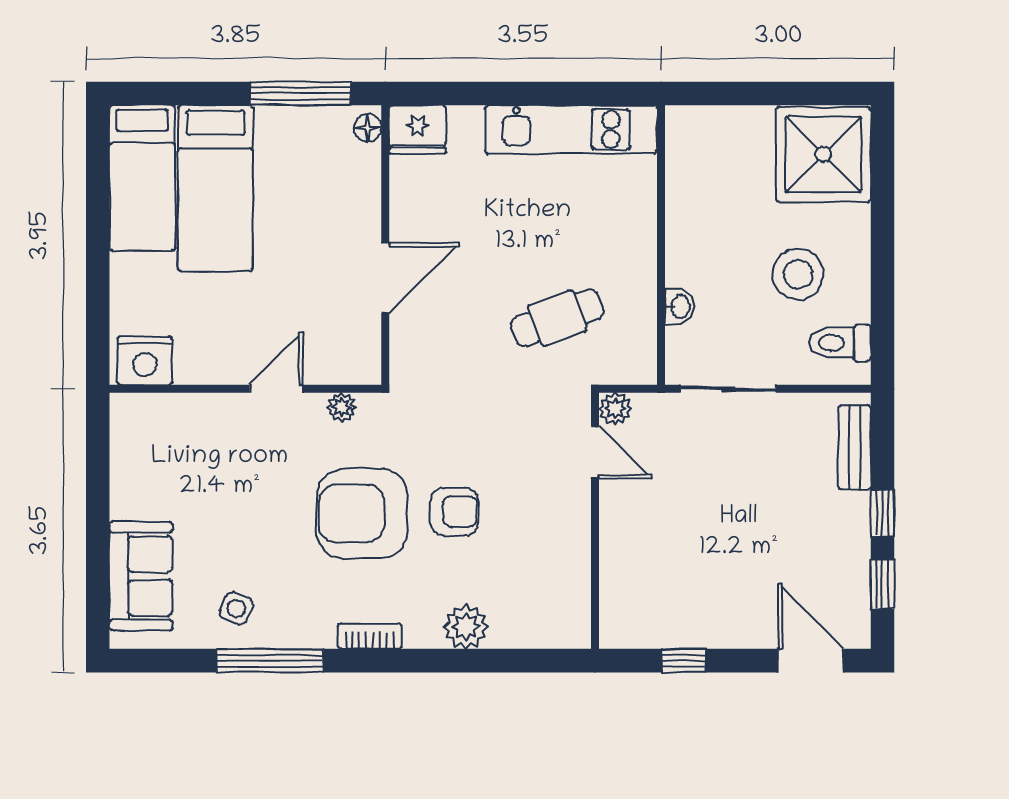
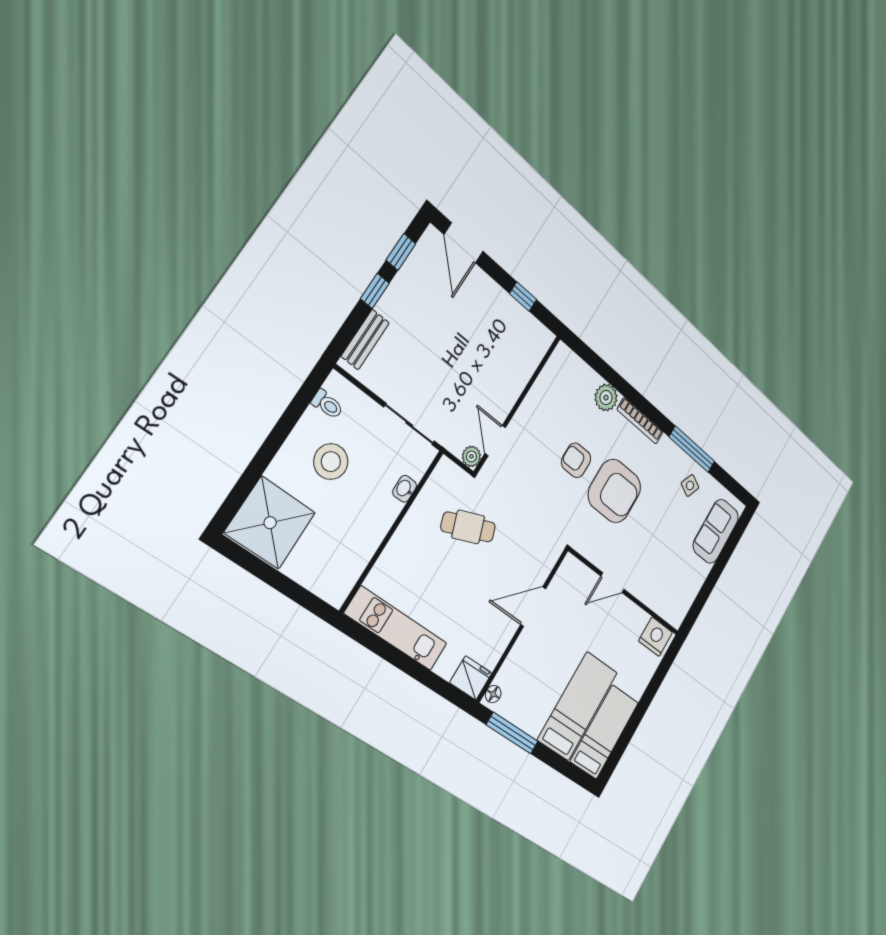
toilet: (840, 343) -> (327, 404), width x0.73, depth x0.72
plant: (342, 407) -> (591, 552), removed
bookcase: (370, 636) -> (640, 421), width x1.56

